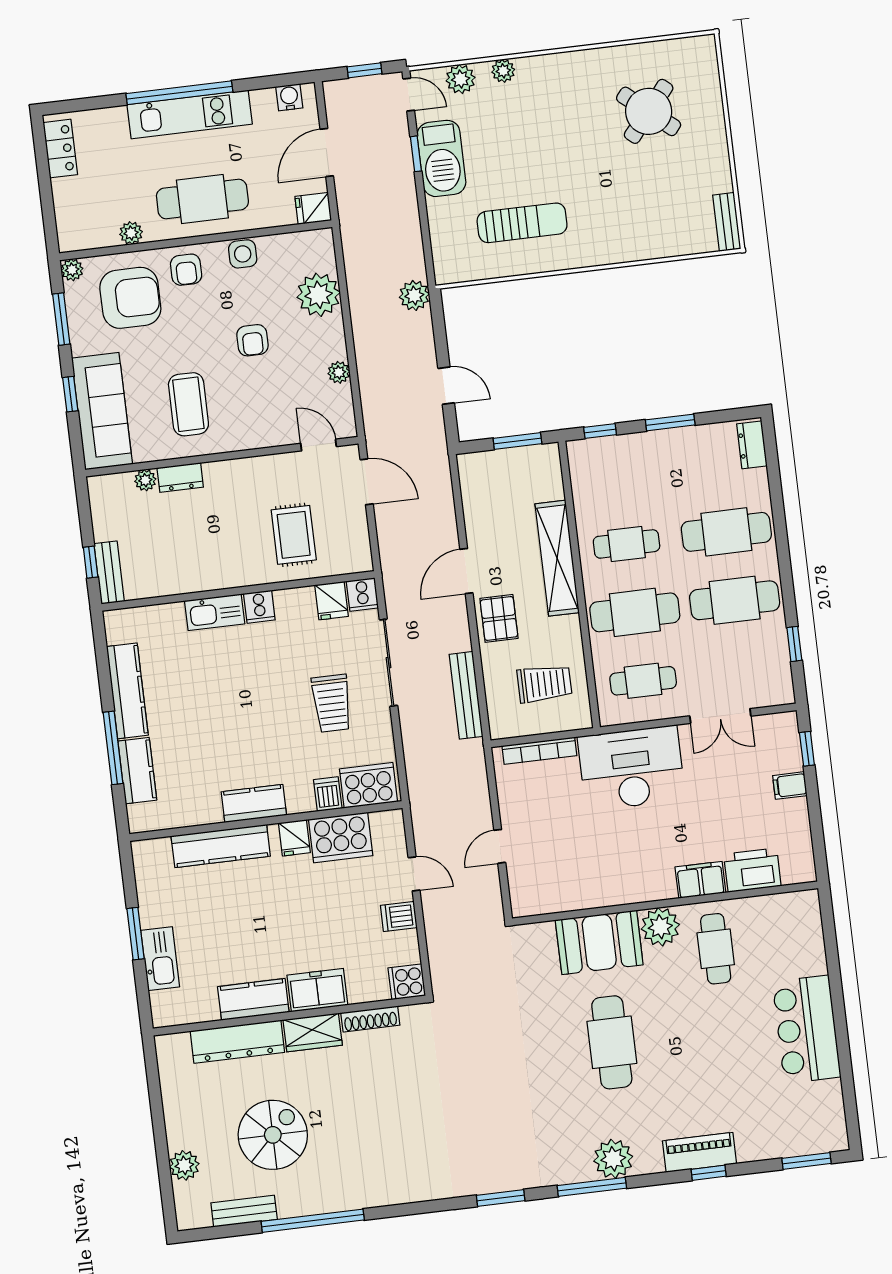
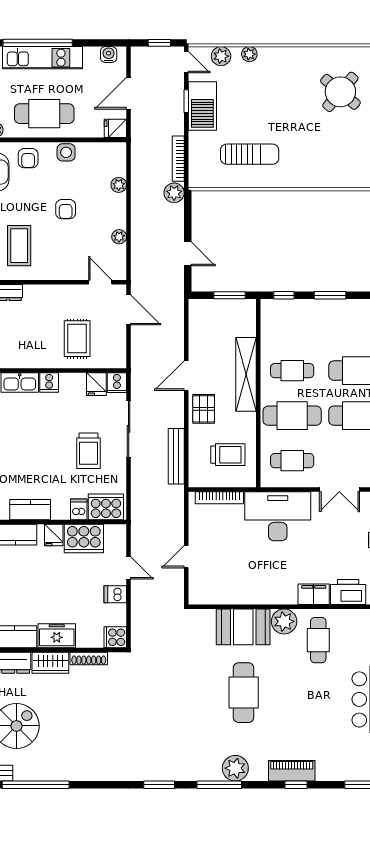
bookcase: (414, 243) -> (178, 159), added
plant: (319, 295) -> (119, 185), width x0.53, depth x0.53

